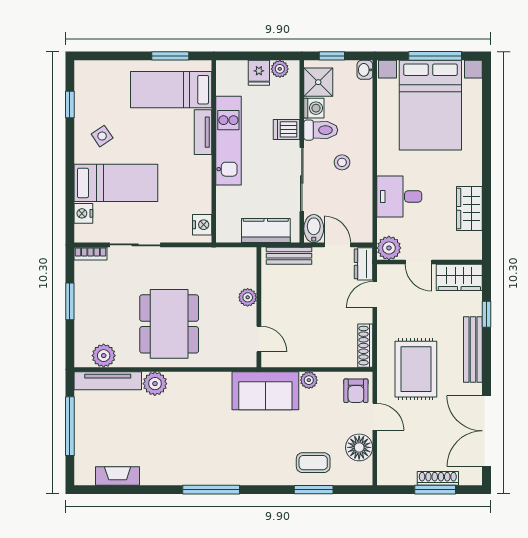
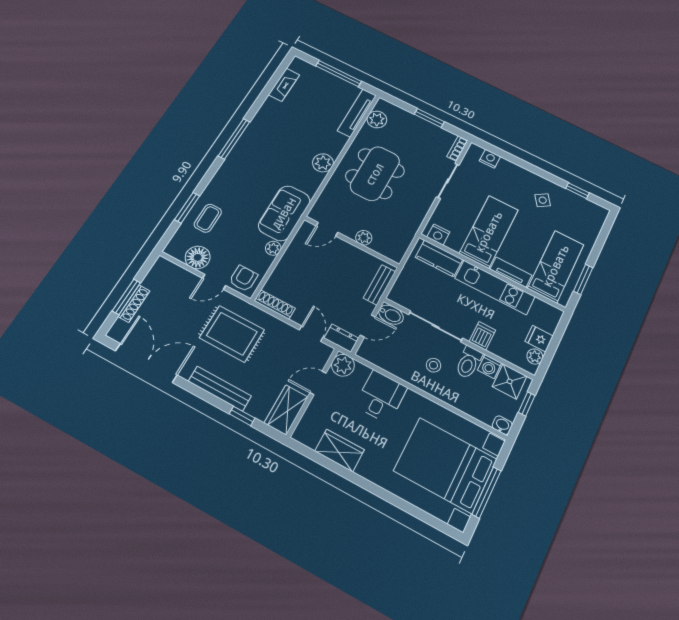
bed: (116, 183) -> (489, 232), moved, turned 180
kitchen counter: (266, 231) -> (439, 258), moved, turned 90
dining table: (169, 324) -> (375, 174), turned 90
plant: (155, 384) -> (323, 163), moved
armchair: (356, 391) -> (243, 278), turned 90

